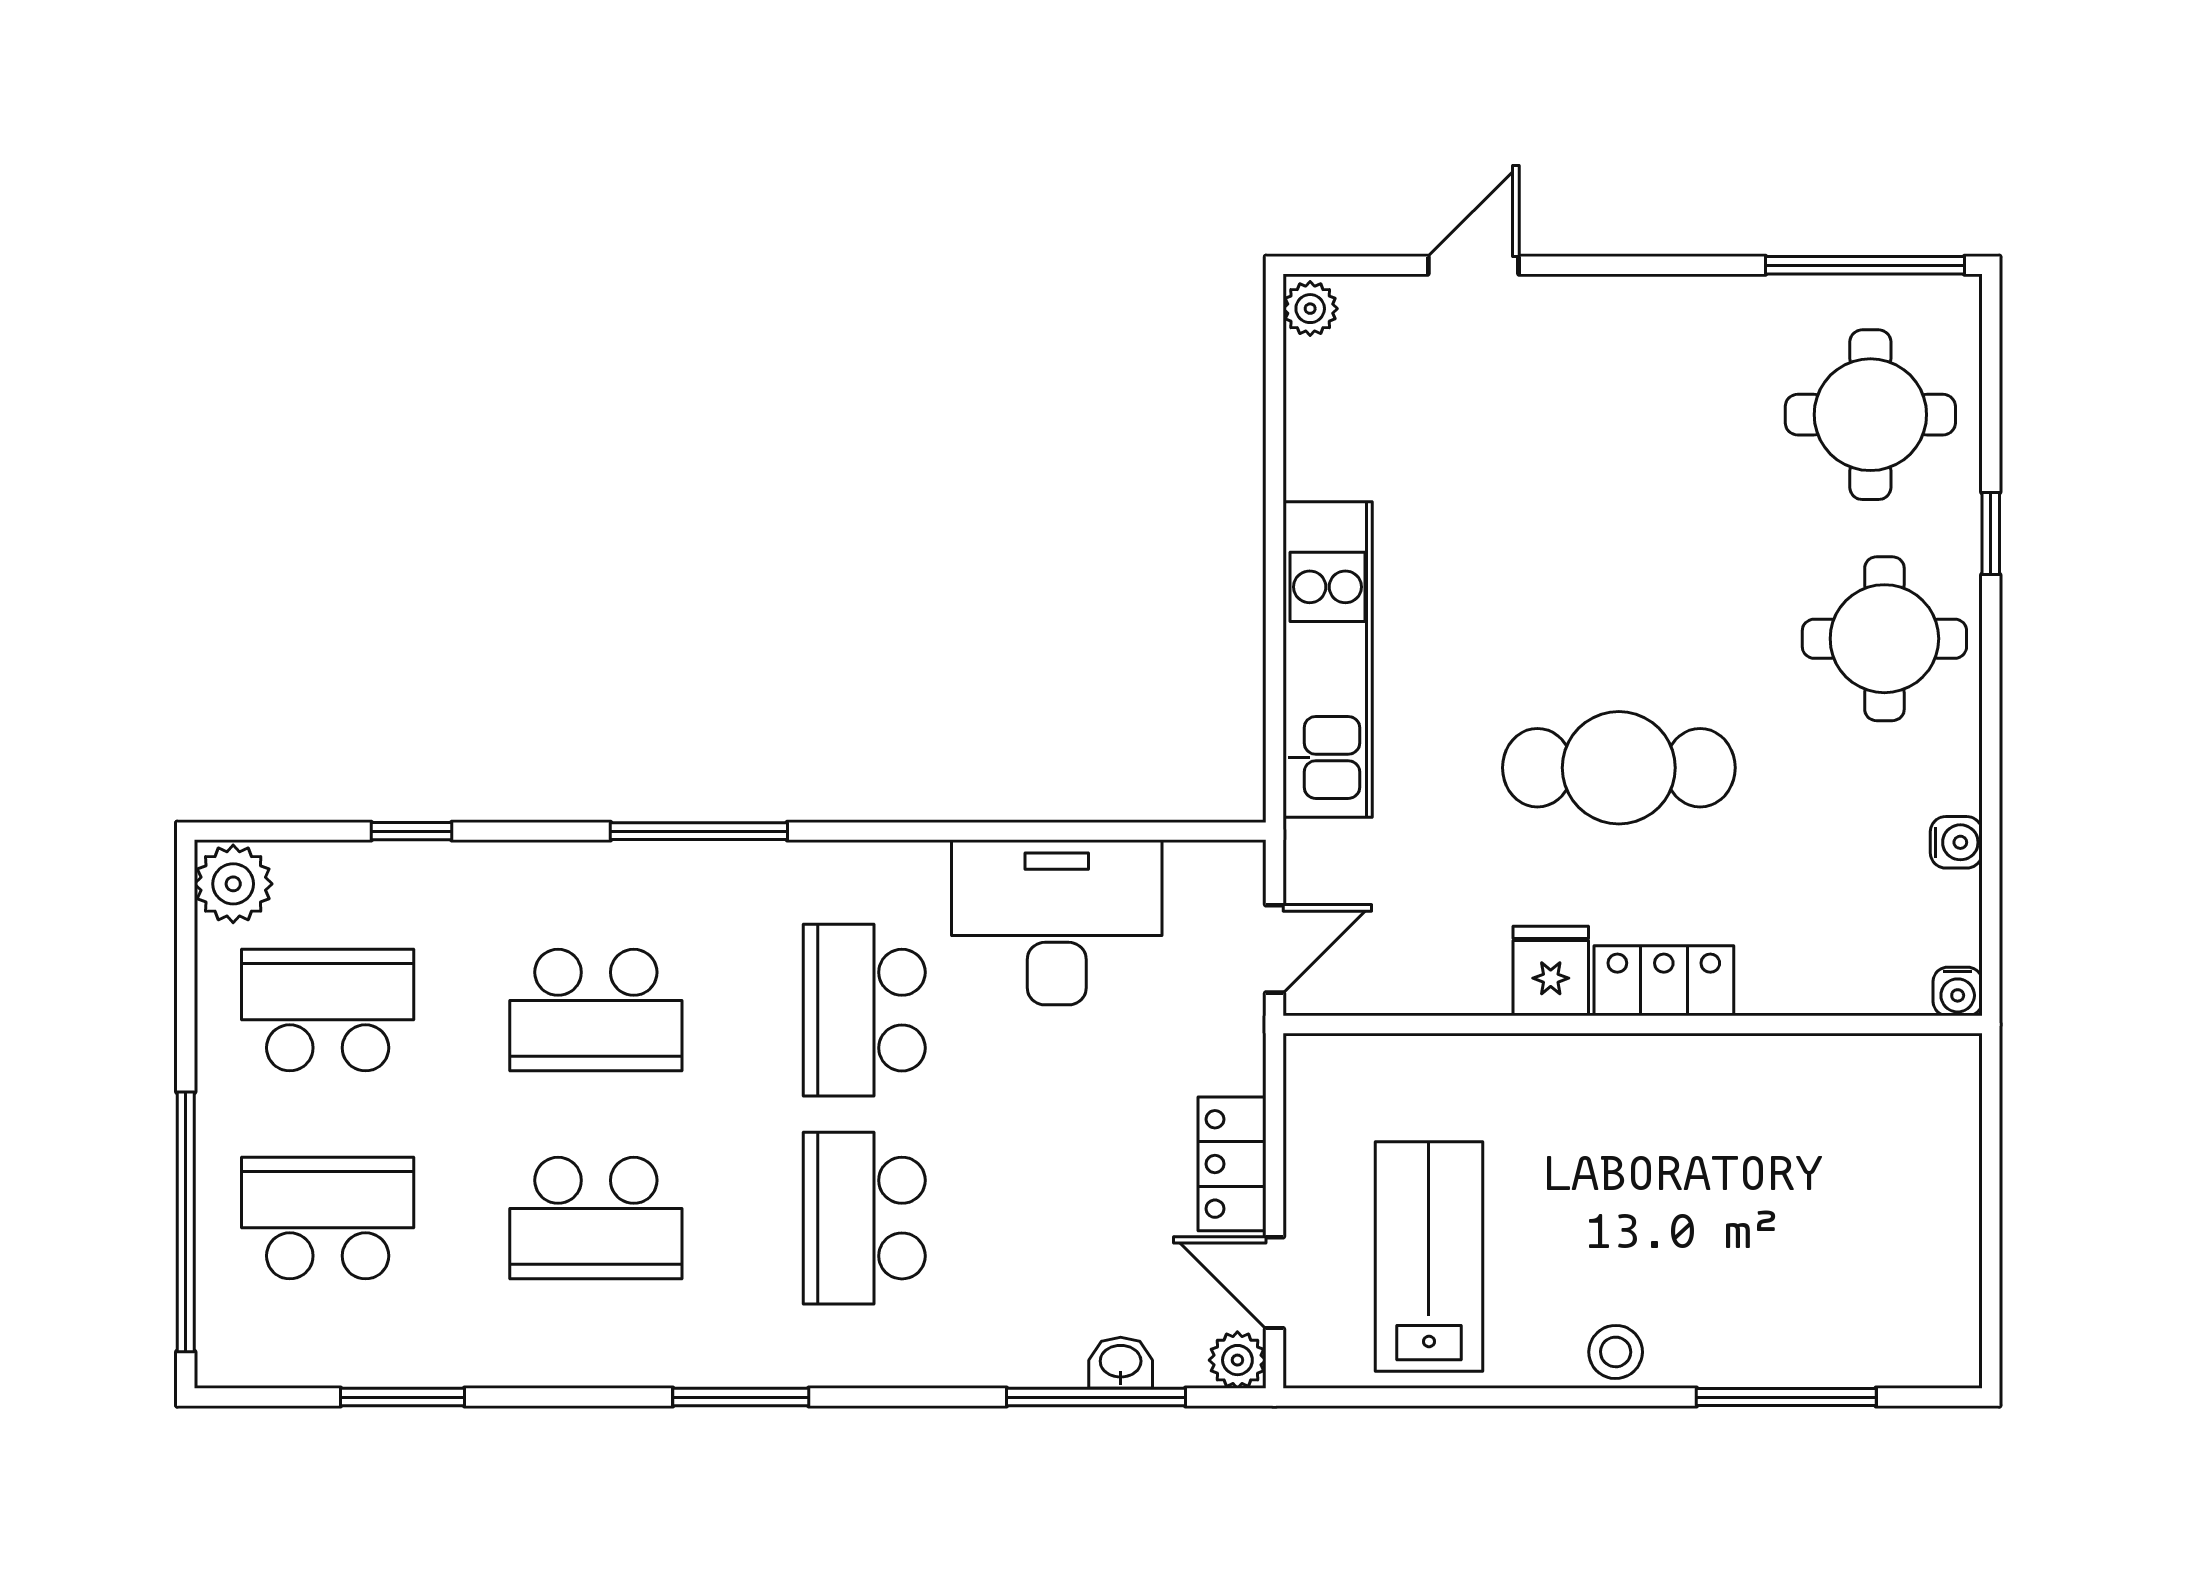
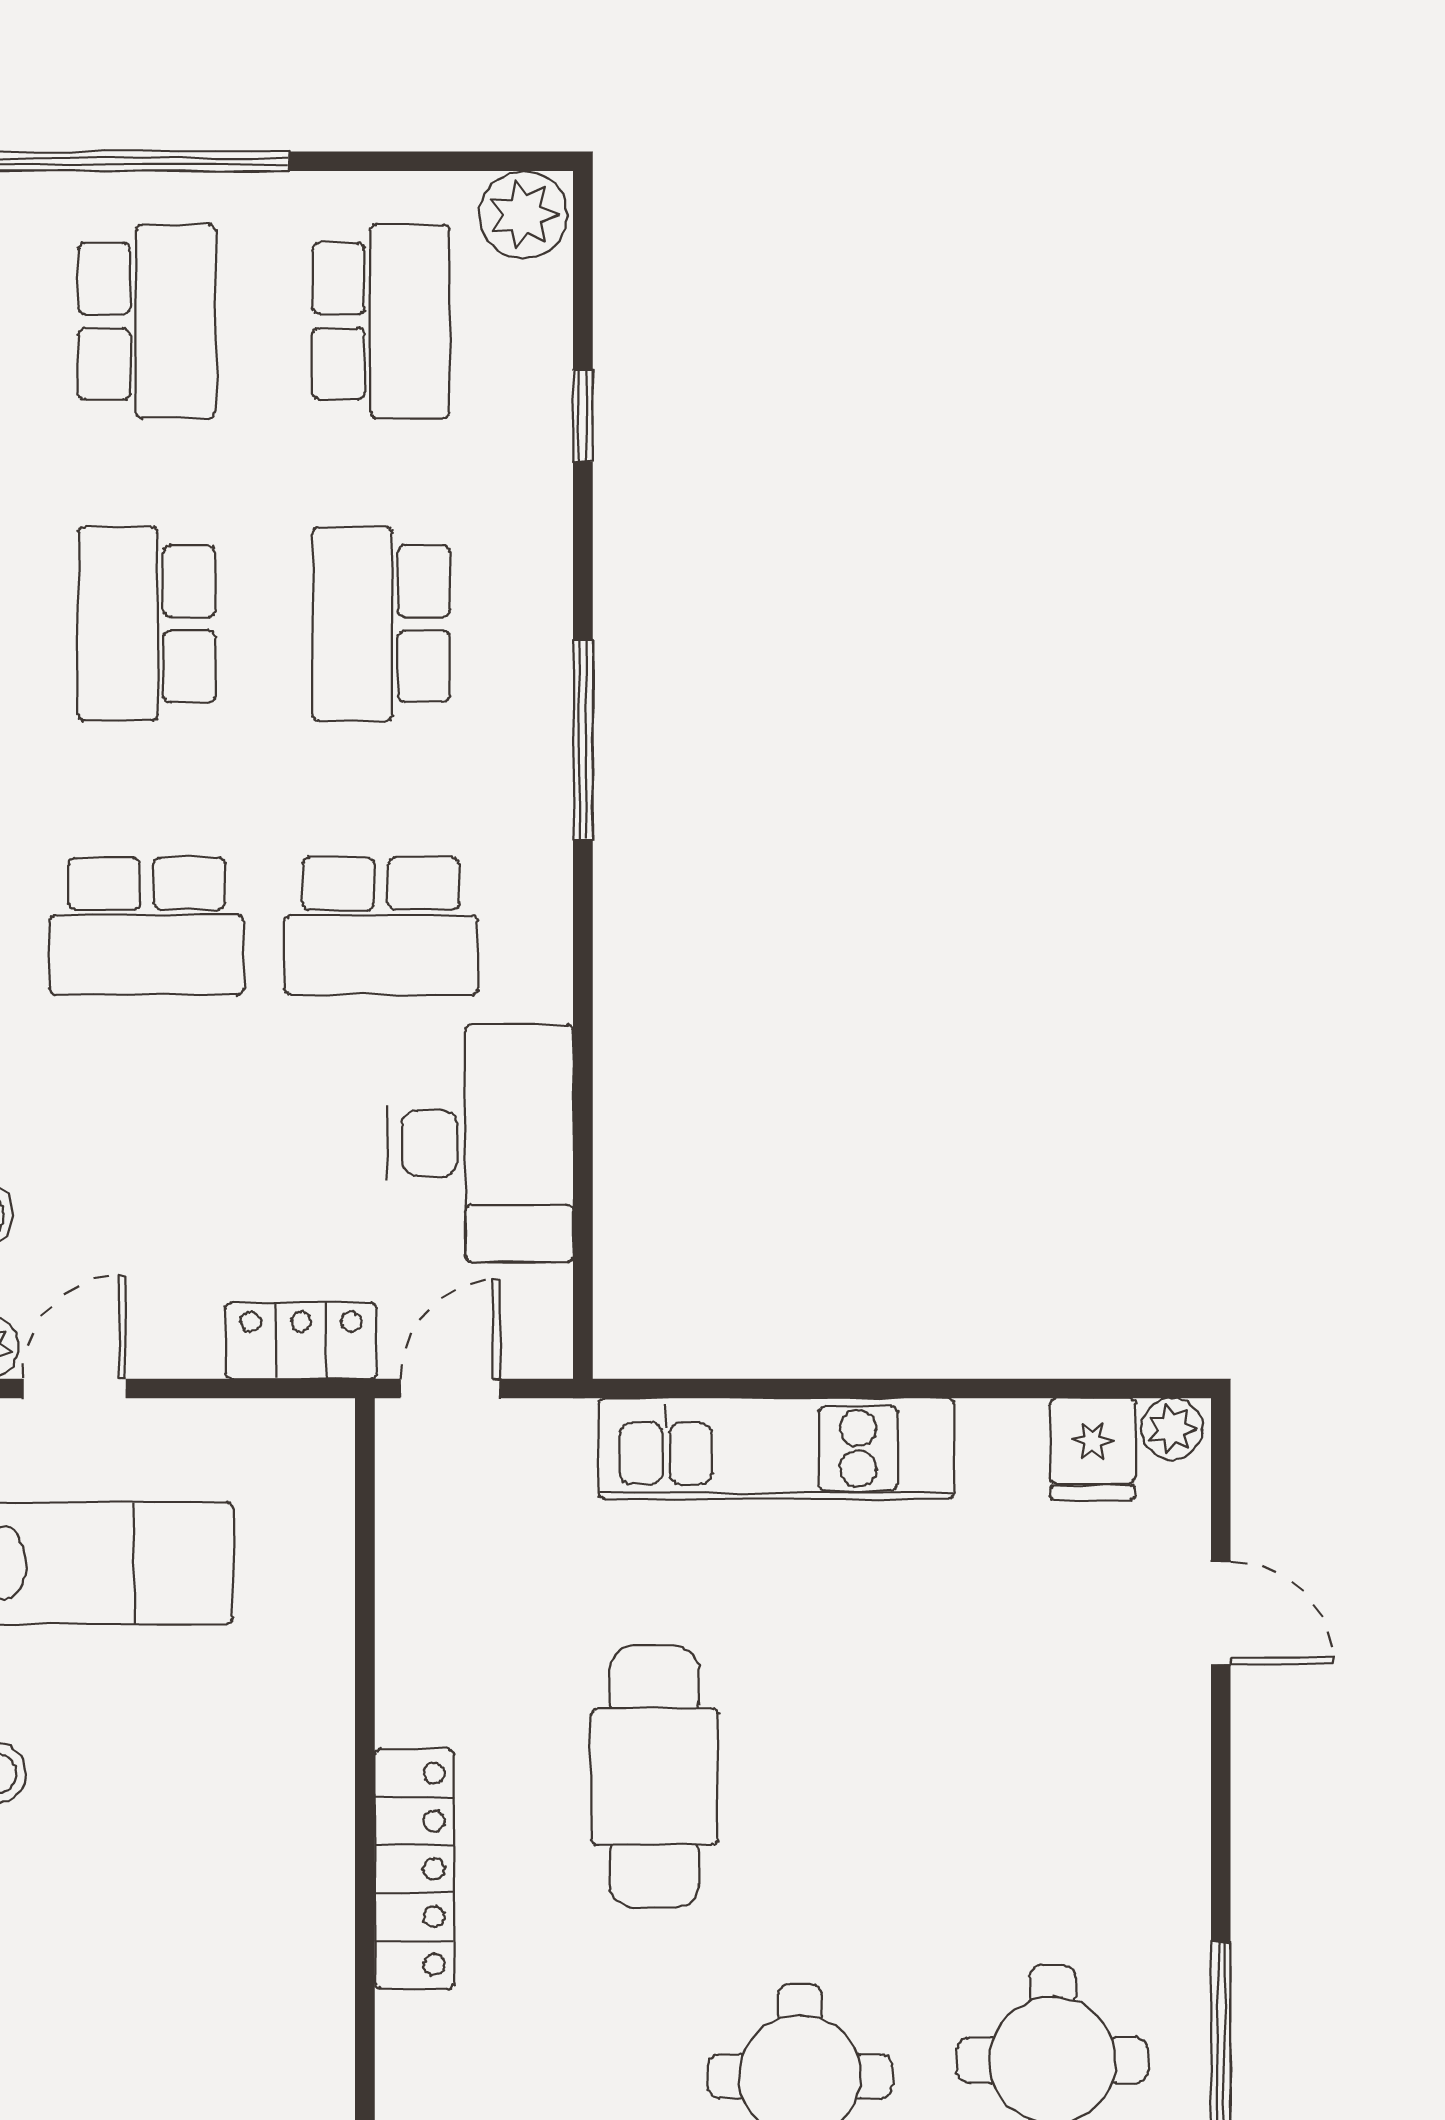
door: (1274, 949) -> (450, 1389), swing flipped
fridge: (1551, 971) -> (1092, 1449), moved, turned 90
locker: (1664, 981) -> (414, 1869), width x1.53
school desk: (864, 1010) -> (381, 926), turned 180
locker: (1232, 1164) -> (301, 1341), moved
school desk: (864, 1218) -> (147, 926), turned 180

